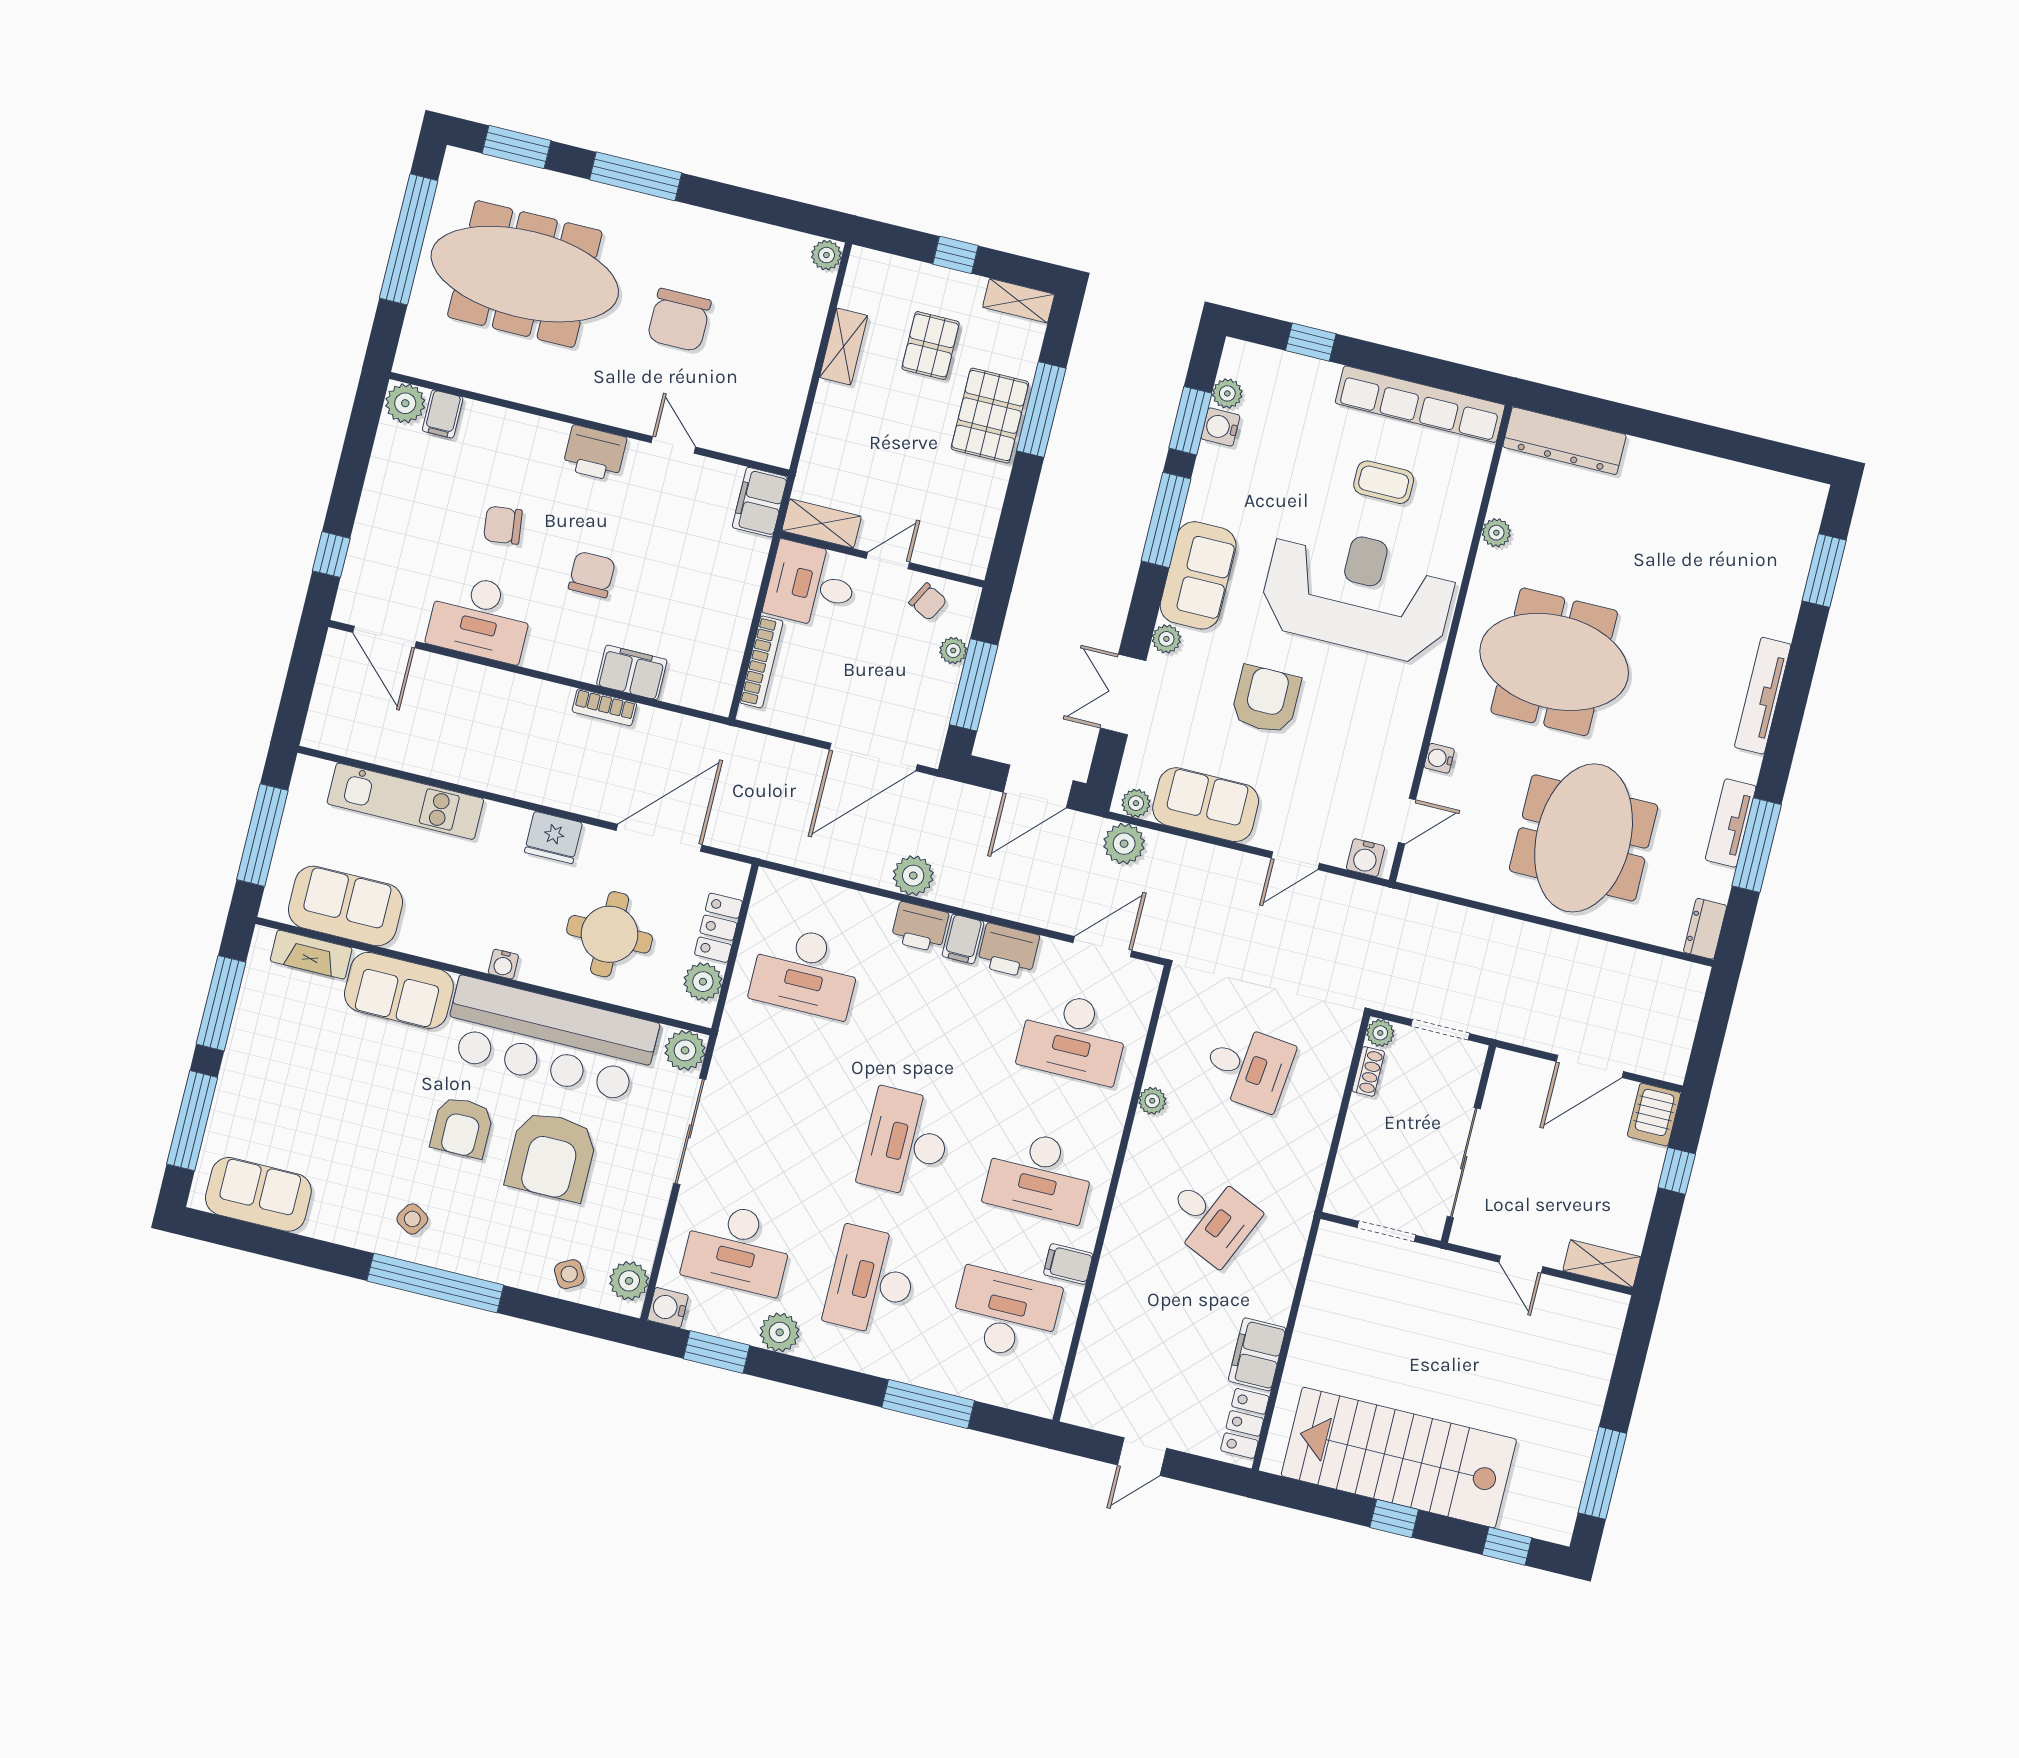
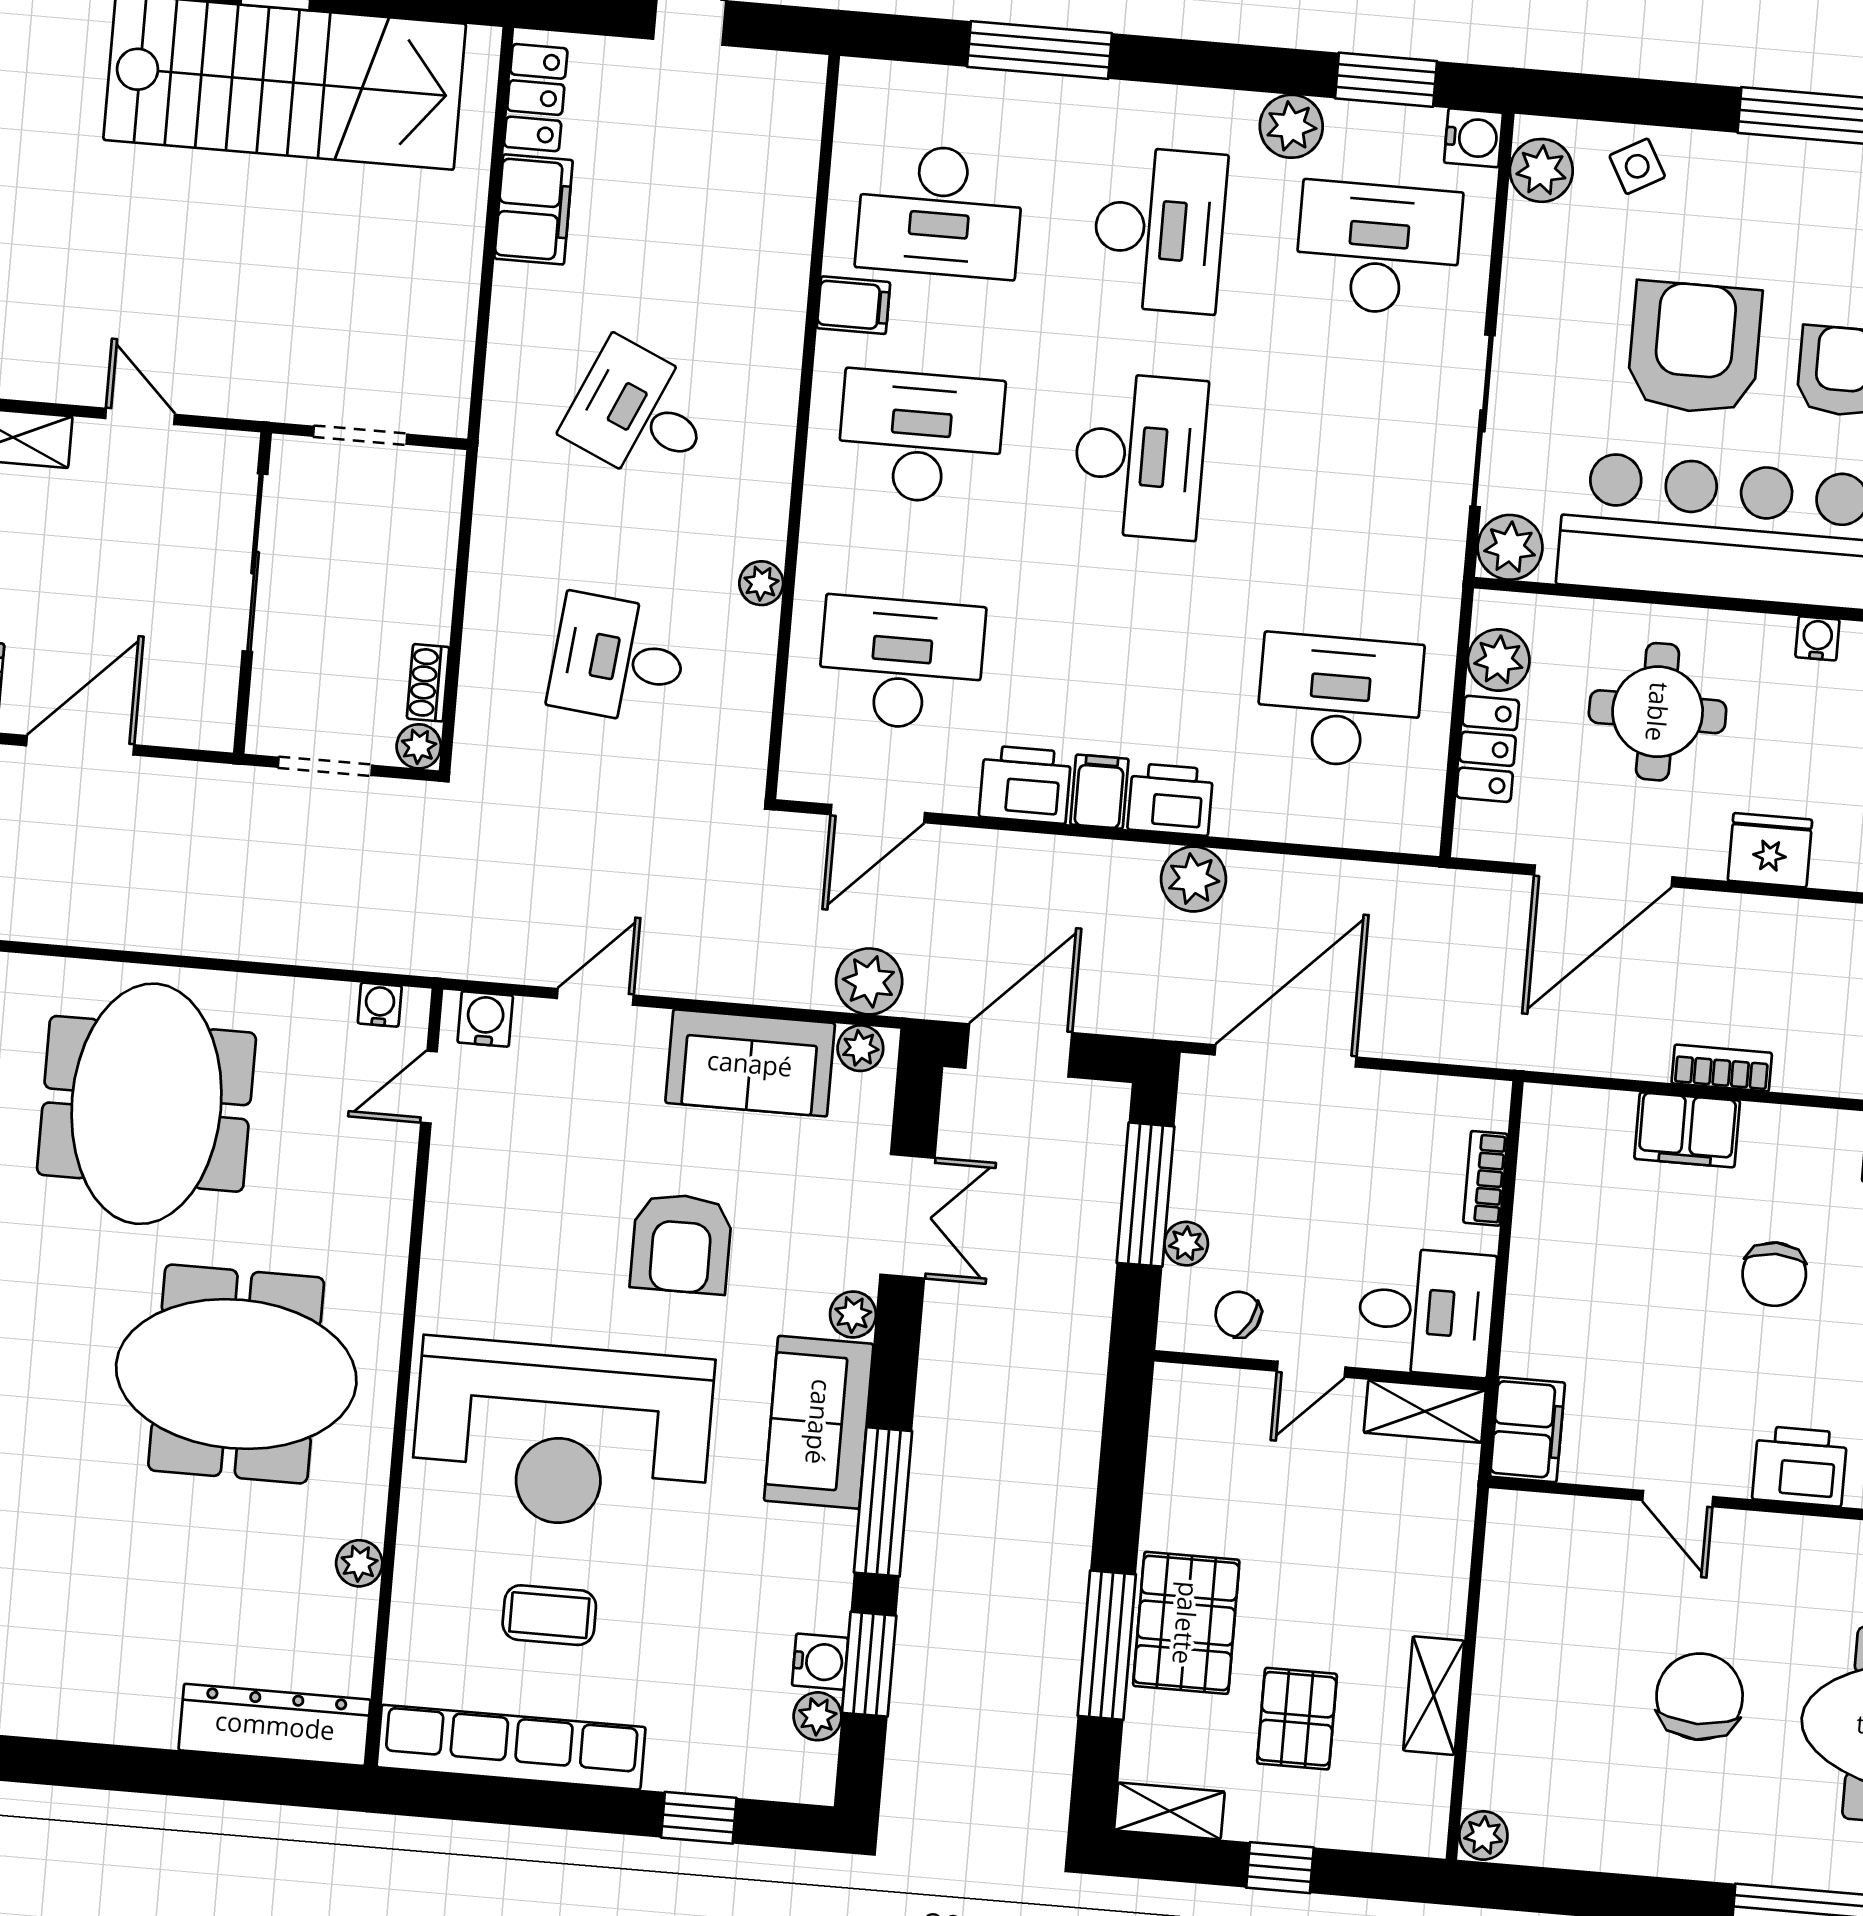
bookcase: (761, 662) -> (1485, 1178), width x0.64
water cooler: (1439, 758) -> (380, 1005), moved, turned -90

